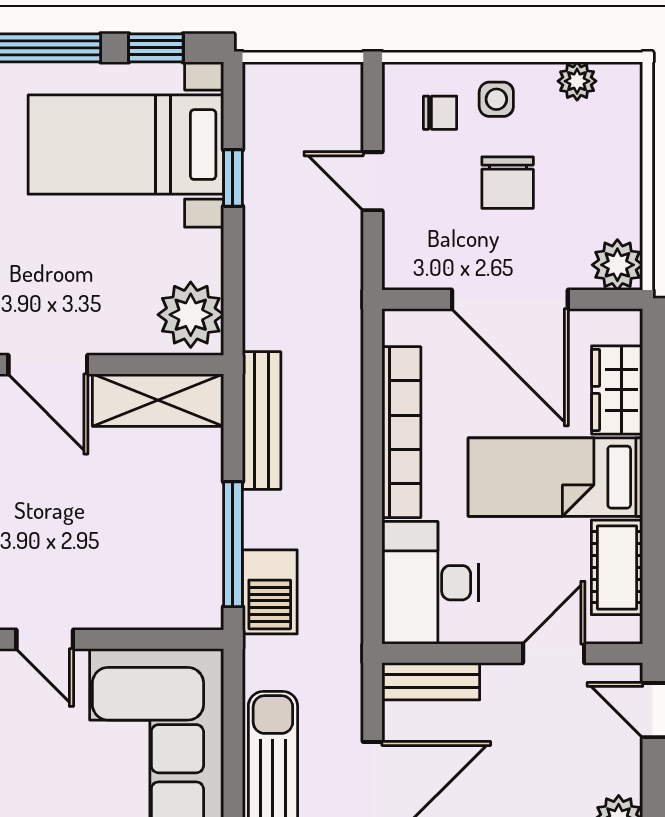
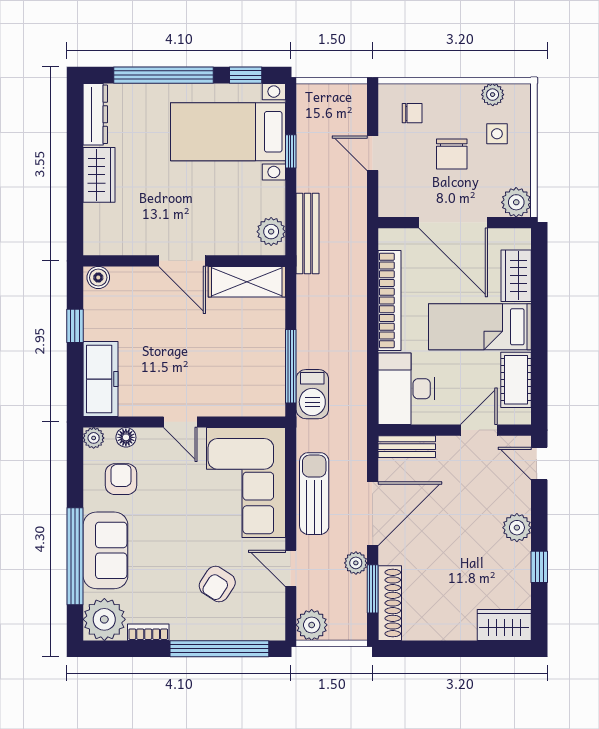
side table: (496, 99) -> (497, 134), moved
plant: (191, 315) -> (271, 232), width x0.73, depth x0.73
bench: (262, 421) -> (307, 233), moved

